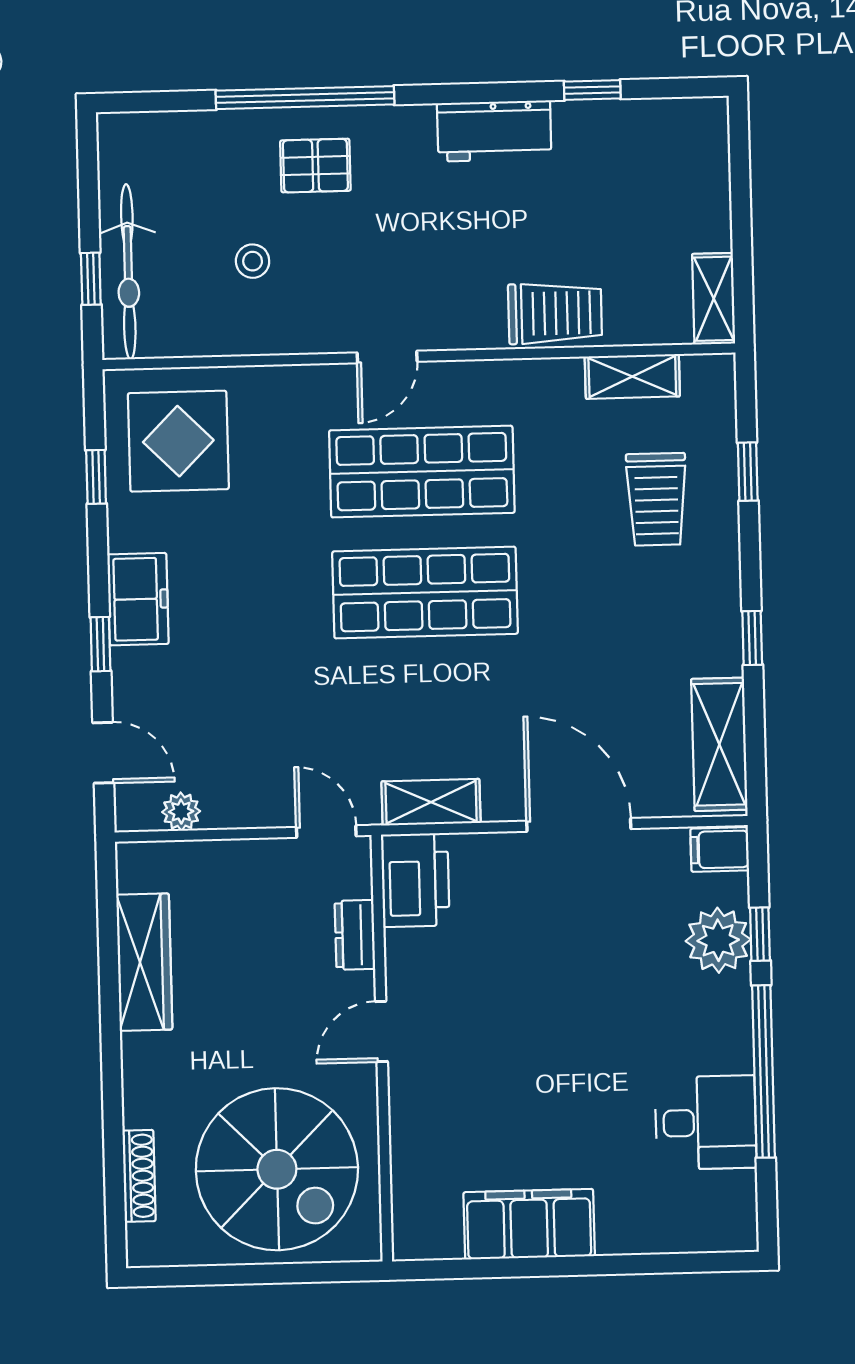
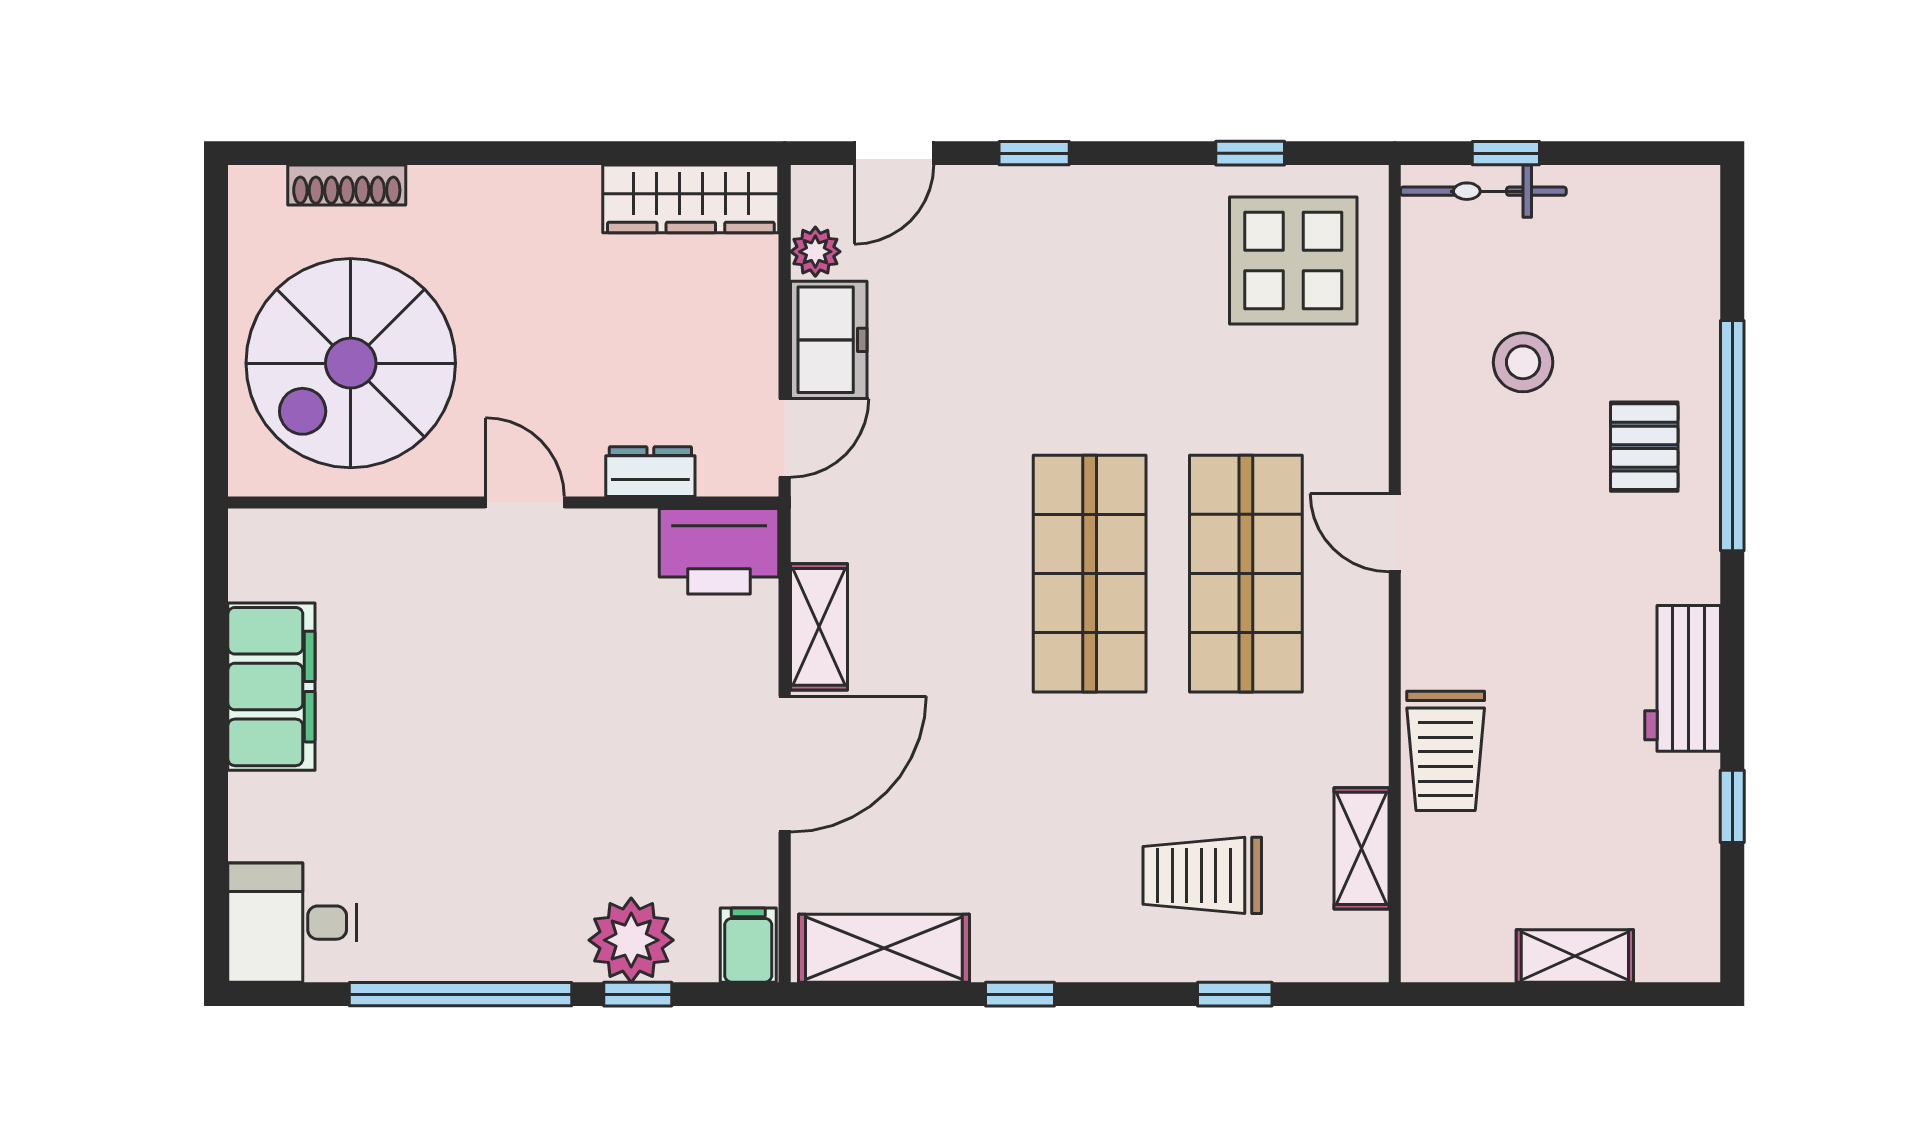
stool: (253, 261) -> (1523, 362), width x1.37, depth x1.37
bicycle: (128, 272) -> (1483, 191), width x0.73, depth x0.71
shelving: (714, 299) -> (1575, 956), moved
freezer: (138, 599) -> (829, 340), moved, turned -90
shelving: (431, 802) -> (819, 627), moved
wardrobe: (144, 962) -> (691, 199), moved
desk: (706, 1123) -> (292, 923), moved, turned 90

